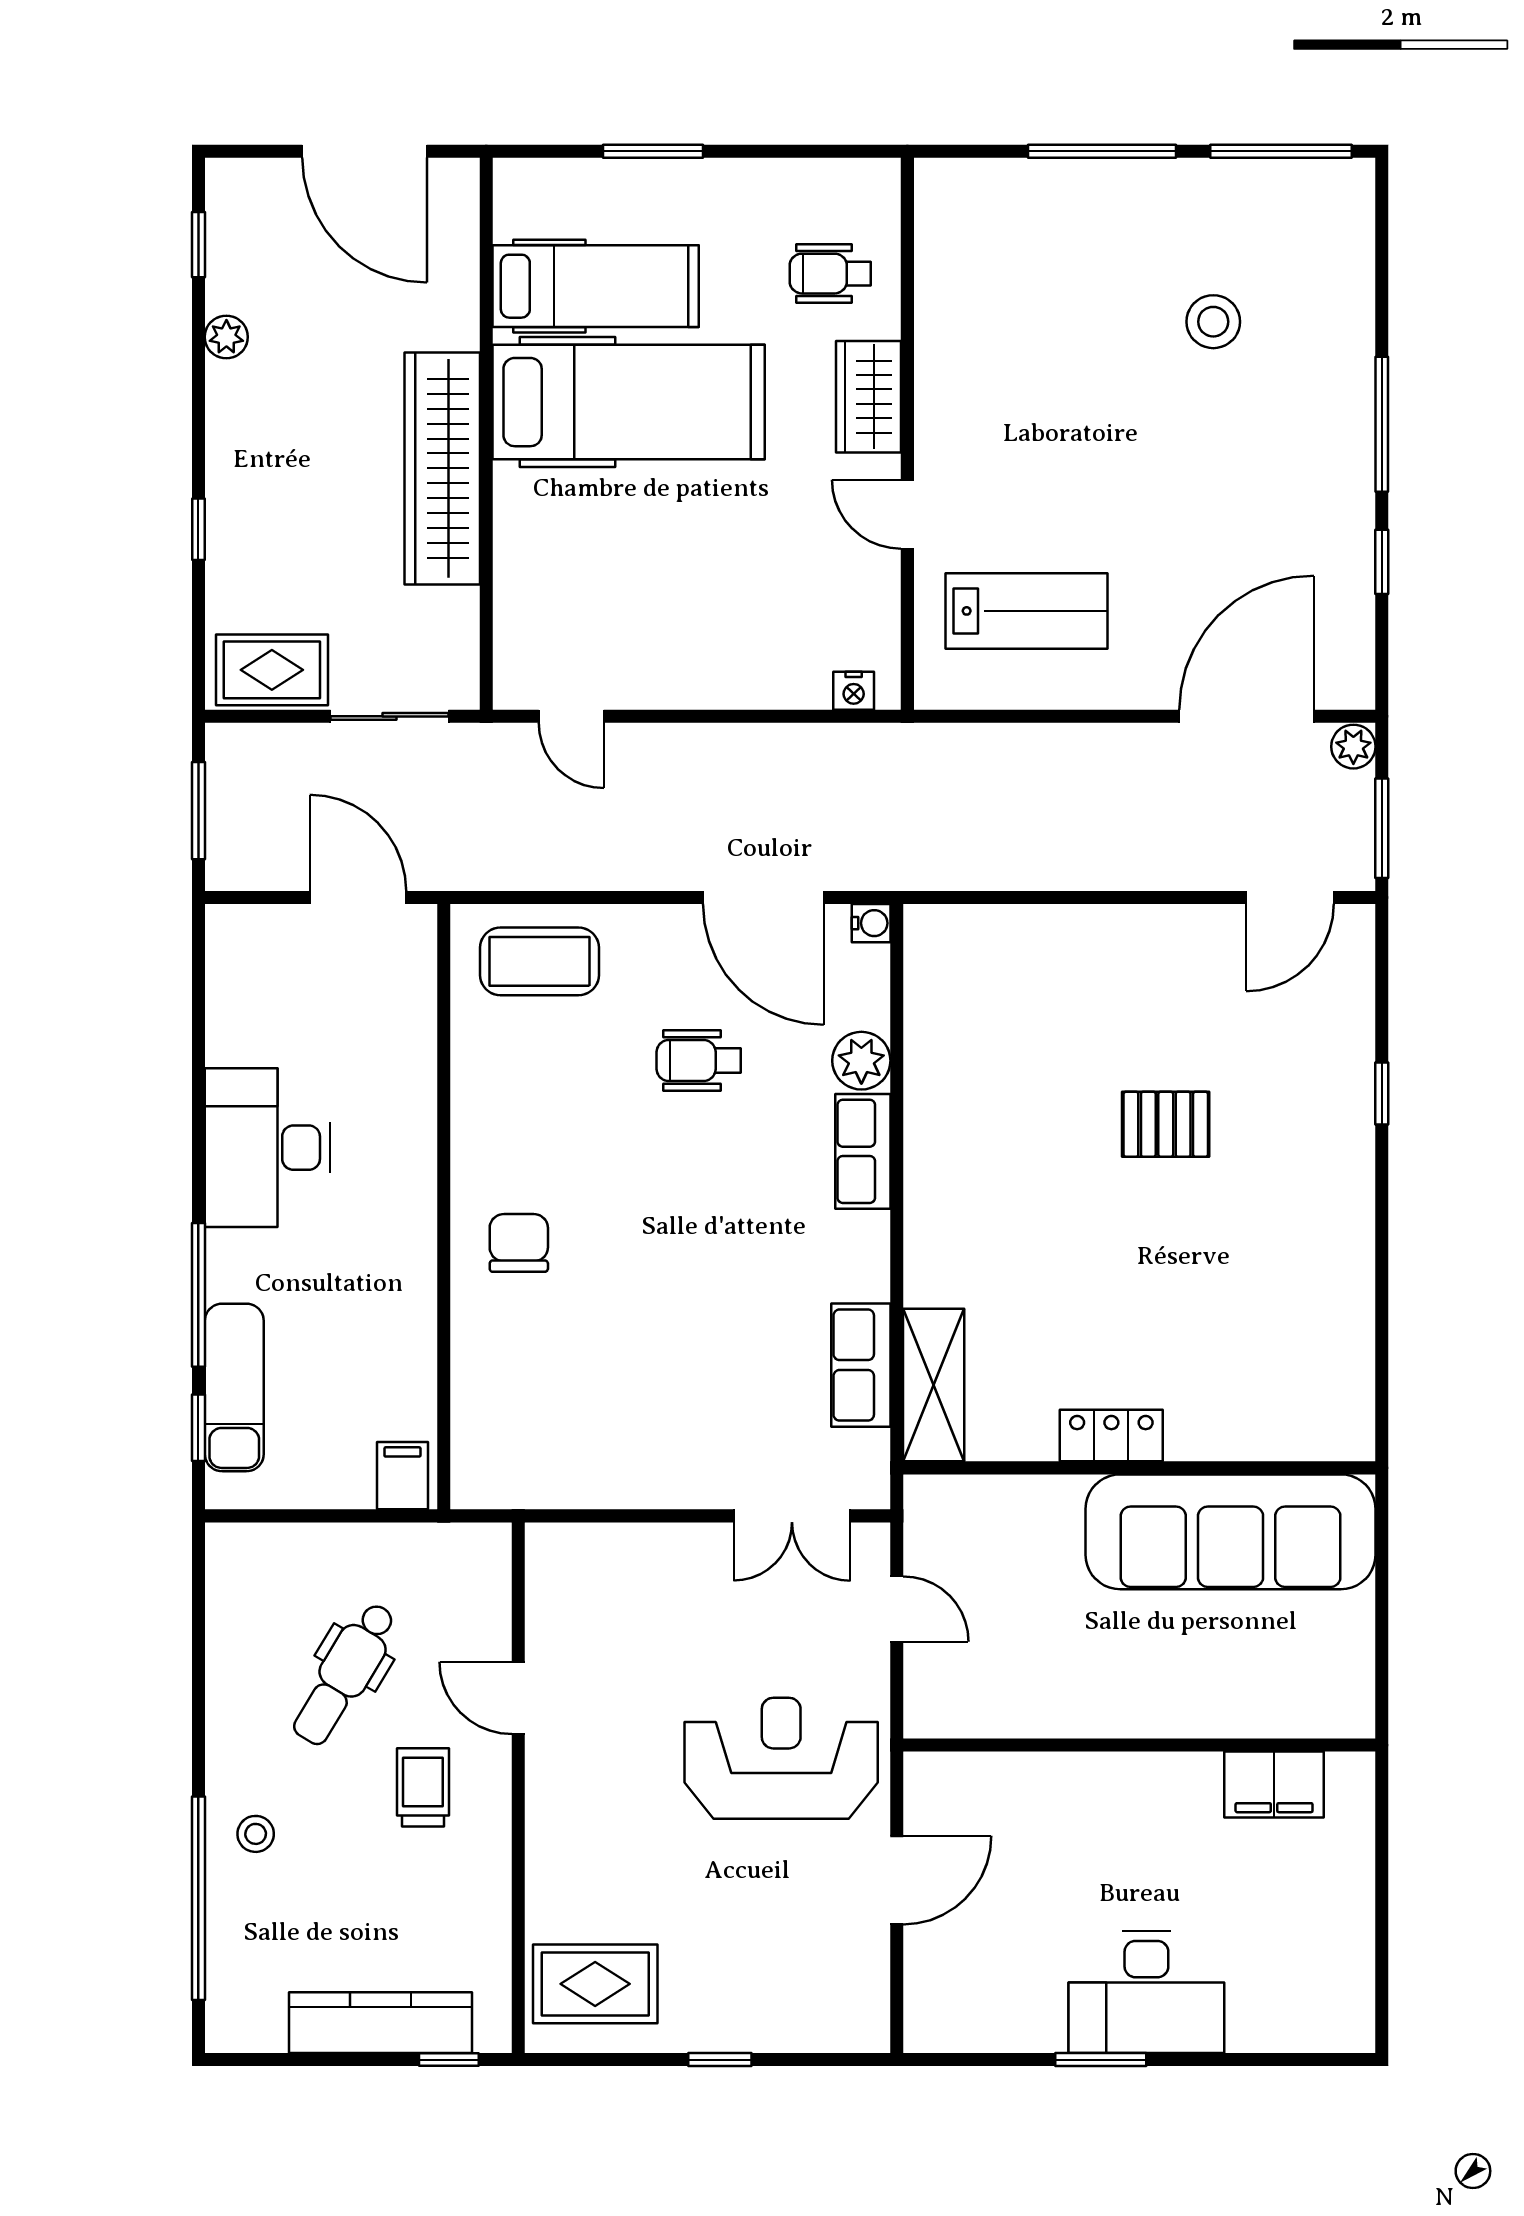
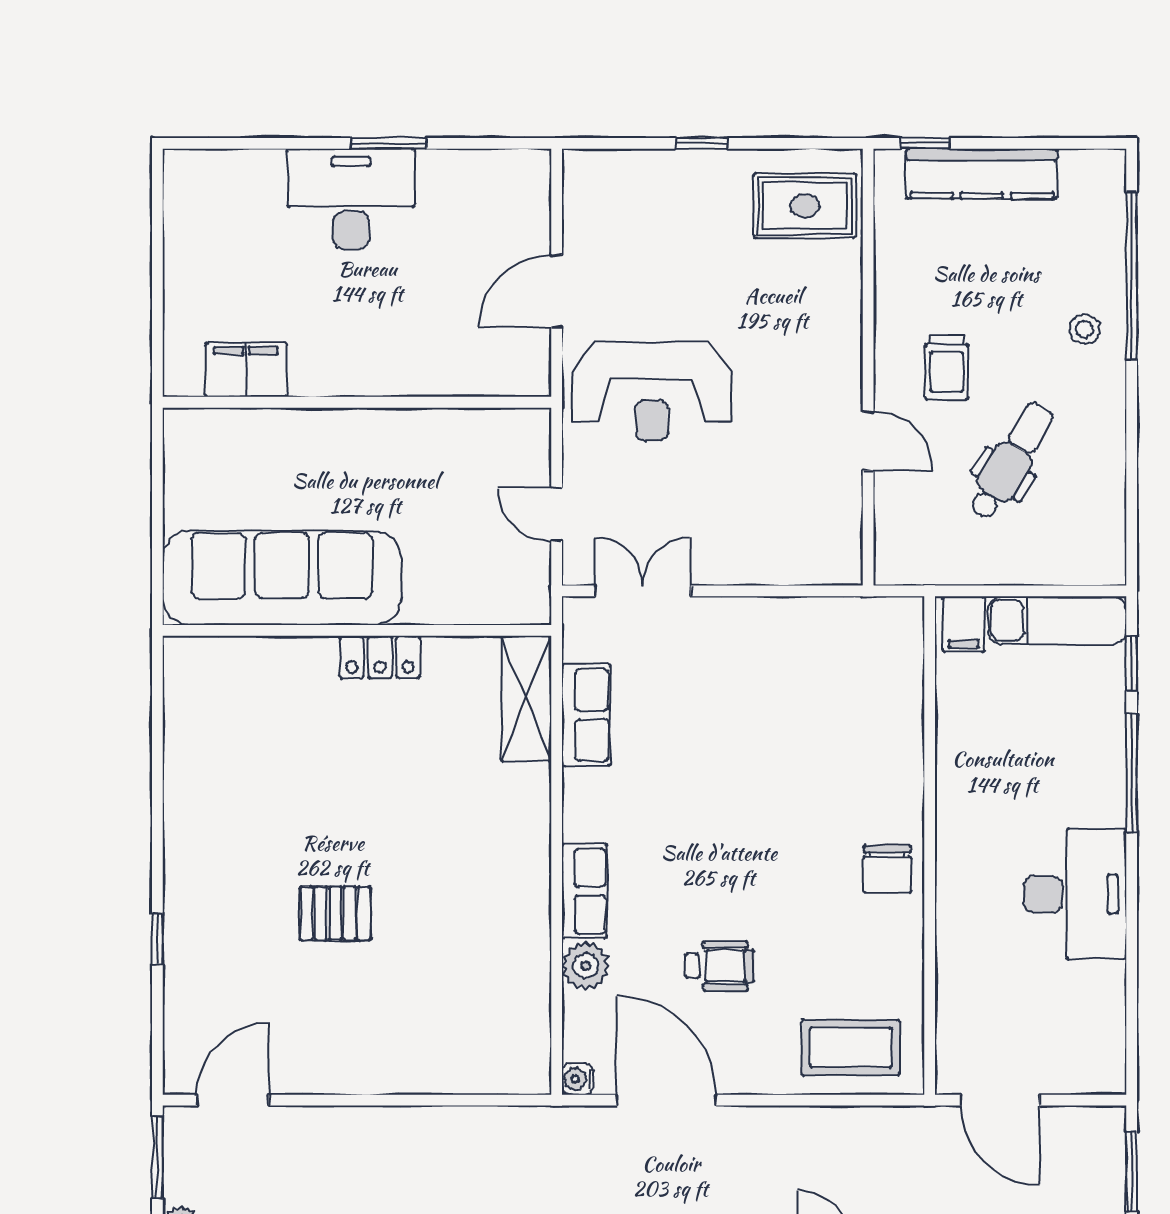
chair: (519, 1243) -> (887, 869), moved
exam couch: (234, 1387) -> (1057, 620), moved, turned -90

